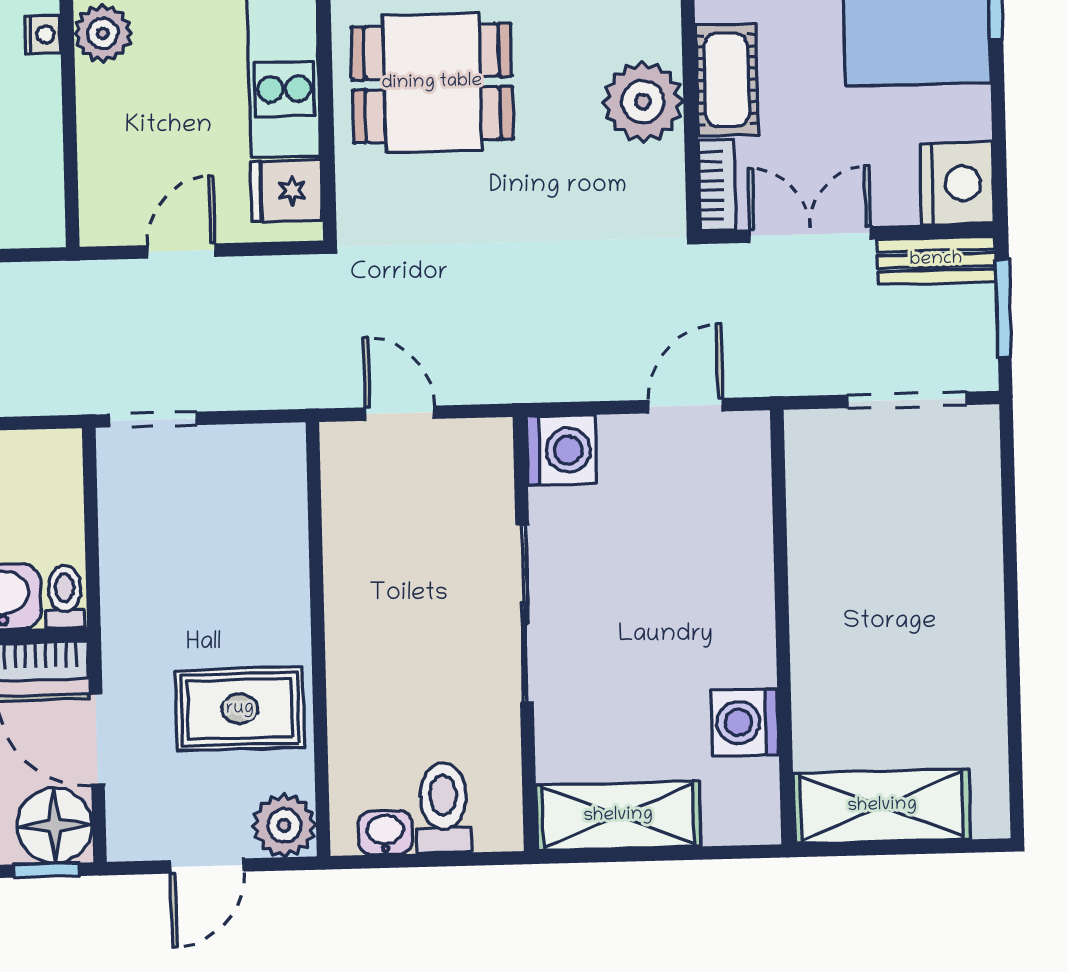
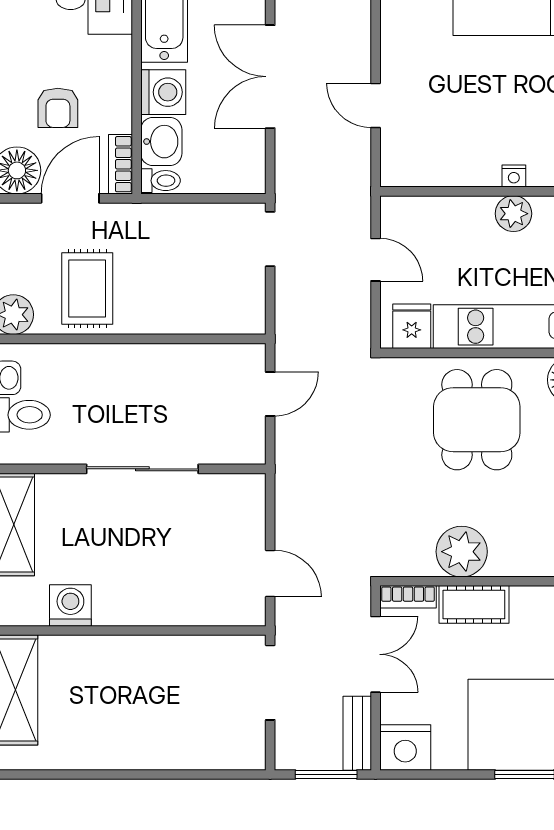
doorway: (907, 400) -> (270, 683), moved
washing machine: (561, 450) -> (244, 495), removed

